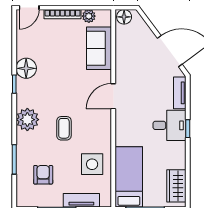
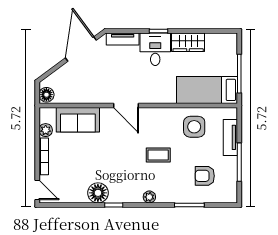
plant: (27, 120) -> (149, 197), width x0.53, depth x0.53
wardrobe: (176, 186) -> (188, 42), moved

